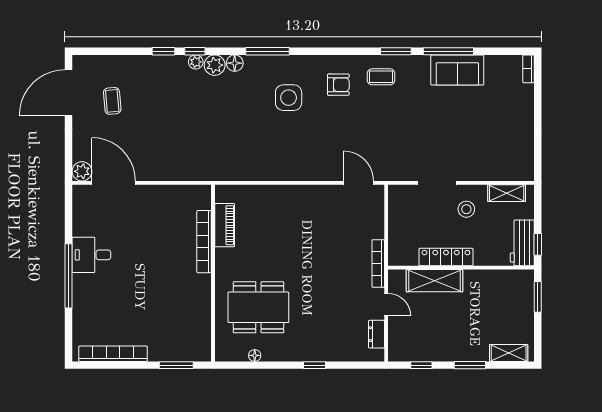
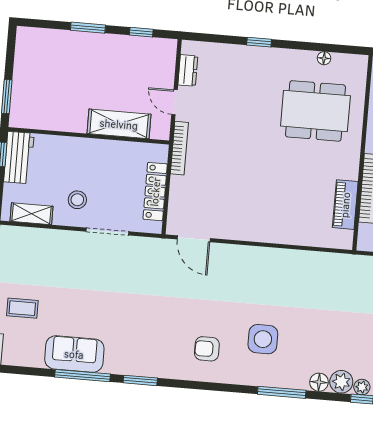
coffee table: (381, 77) -> (22, 308), moved
locker: (446, 257) -> (155, 192), moved, turned 90
shelving: (509, 353) -> (44, 37), removed

